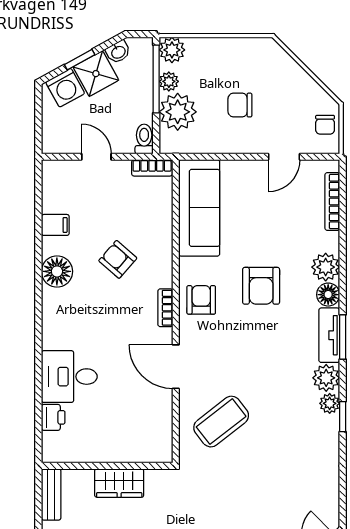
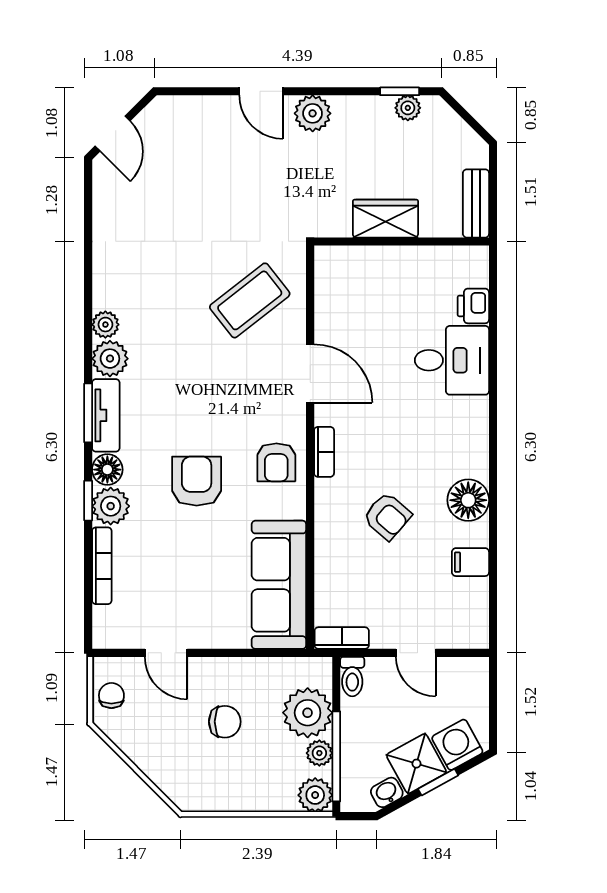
door: (284, 157) -> (166, 653), swing flipped
bookcase: (332, 202) -> (102, 566), moved
window: (343, 417) -> (88, 501), moved

